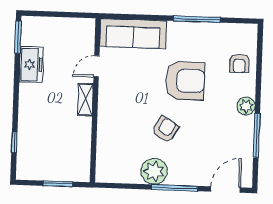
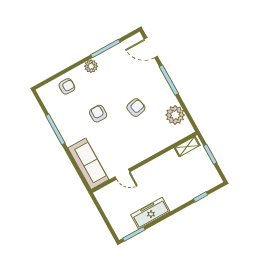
freezer: (31, 65) -> (150, 213), width x1.40
armchair: (185, 81) -> (98, 114), width x0.53, depth x0.53
shelving: (85, 100) -> (187, 147), moved
armchair: (165, 129) -> (136, 108), turned 136
plant: (154, 171) -> (175, 115), moved

